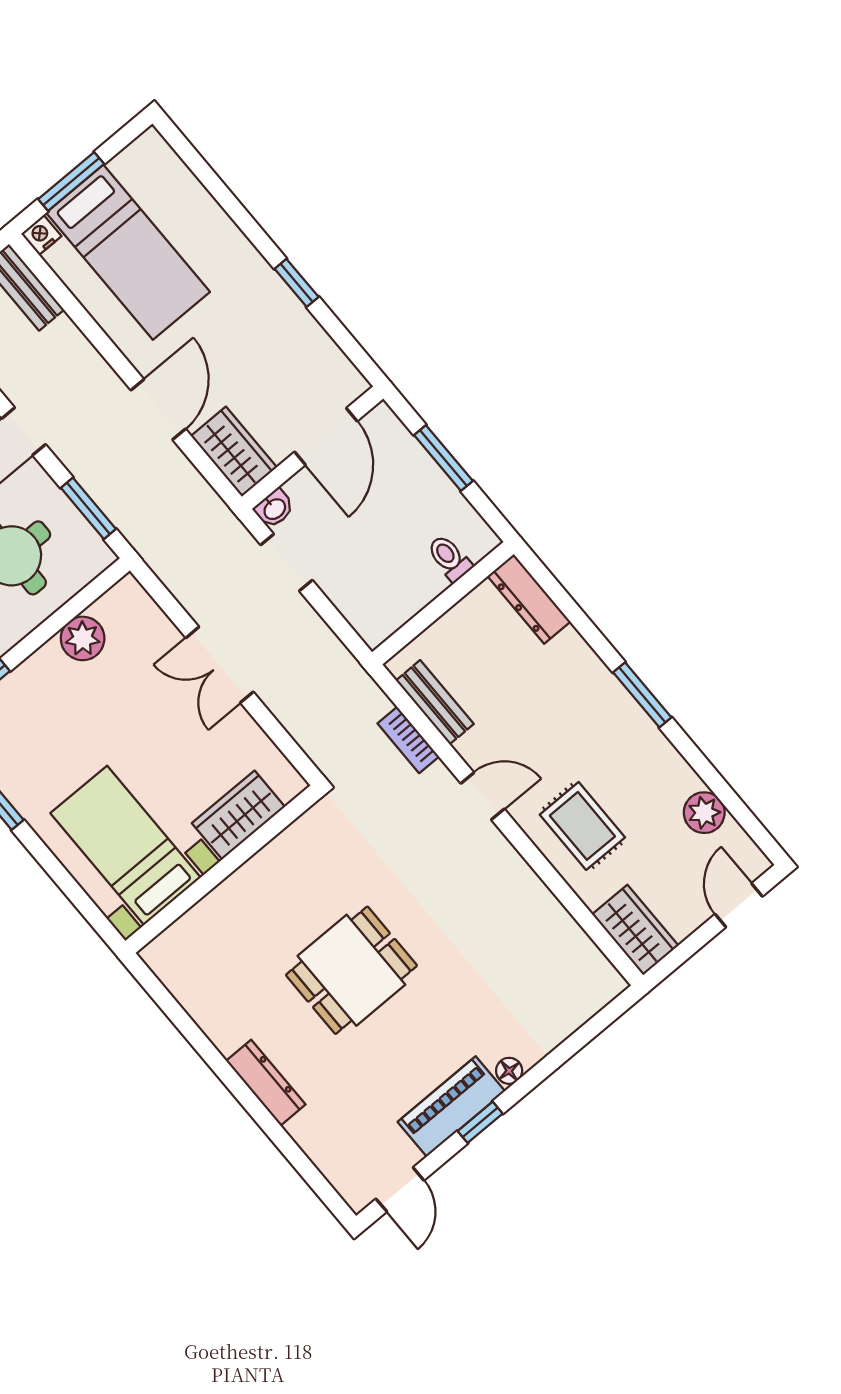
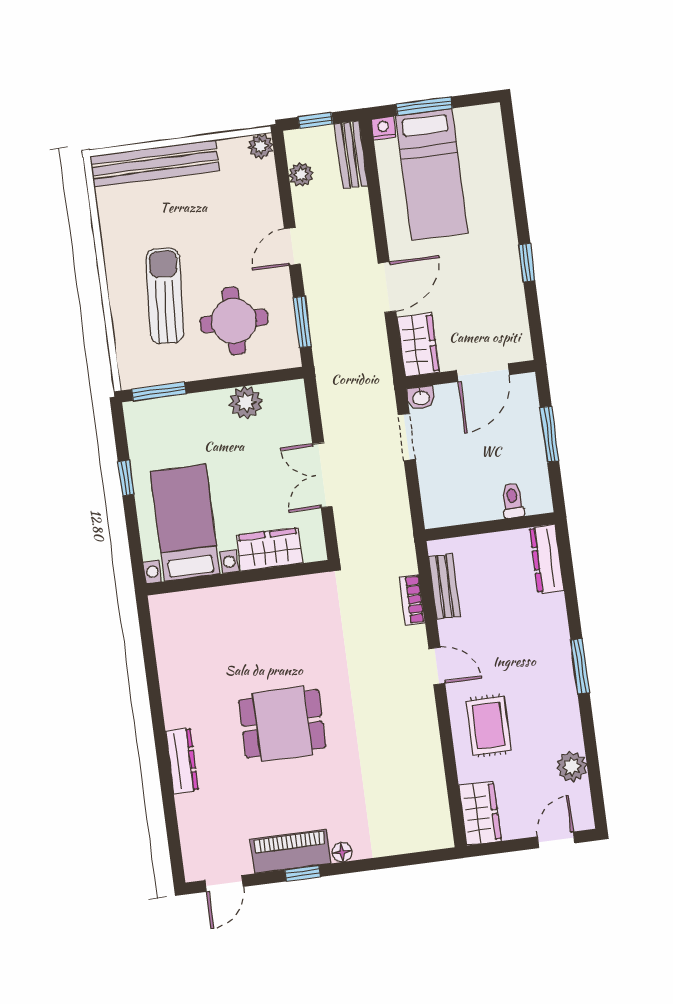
wardrobe: (238, 815) -> (270, 549), moved
bed with nightstands: (126, 845) -> (185, 523), moved
wall: (223, 869) -> (238, 578), moved

